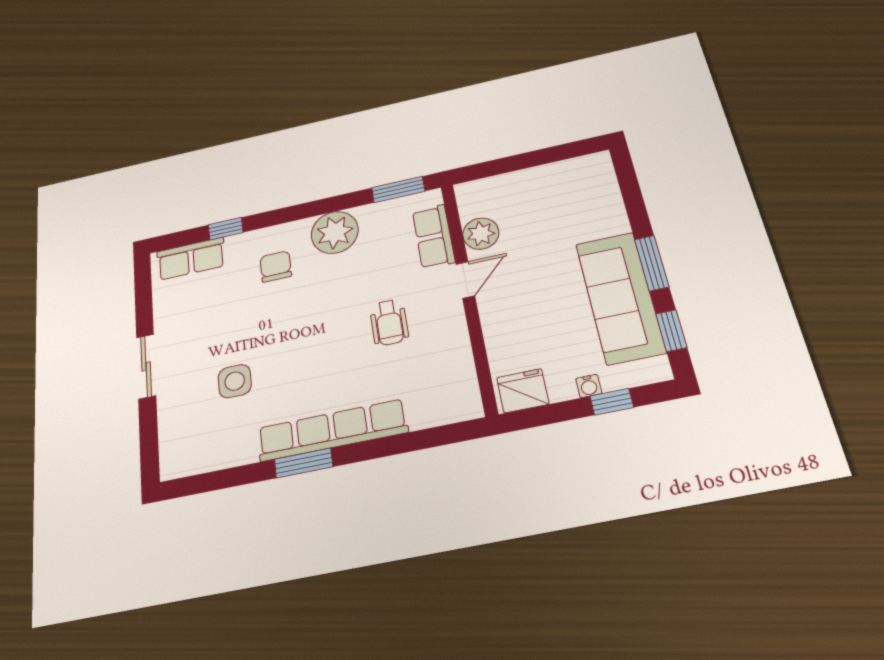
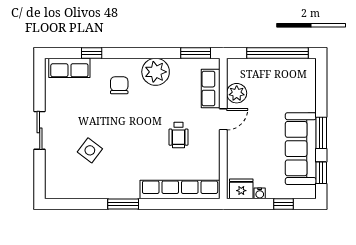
window: (539, 158) -> (277, 53), added
side table: (235, 381) -> (90, 150), turned 37
water cooler: (589, 386) -> (260, 193), moved
row of seats: (332, 430) -> (180, 189), moved

